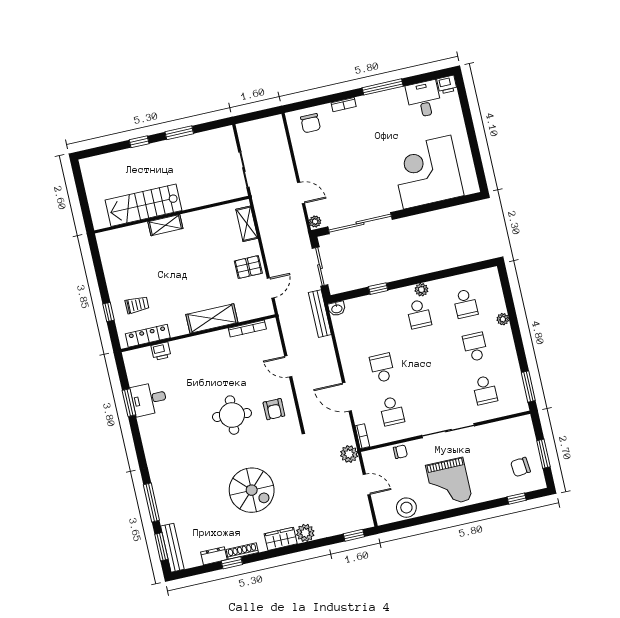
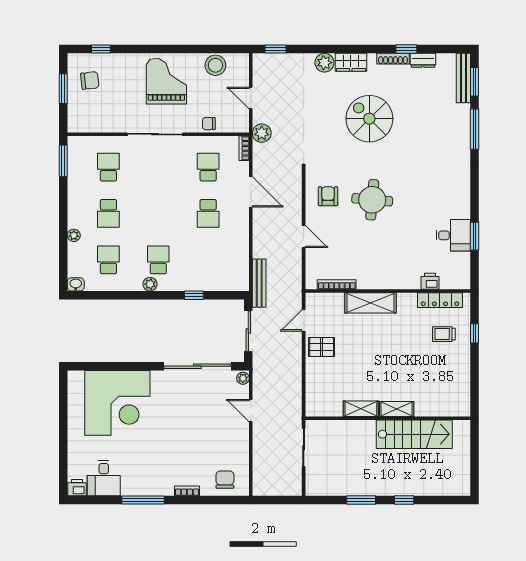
shelving: (247, 224) -> (361, 409), moved, turned 90
washbasin: (337, 309) -> (76, 284), moved

